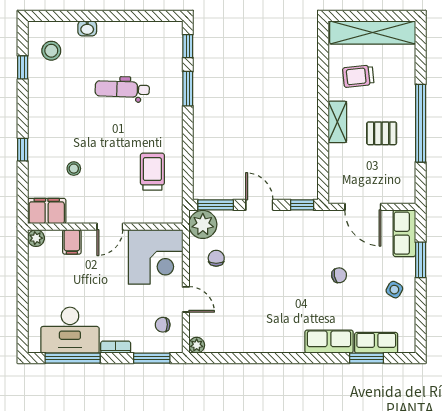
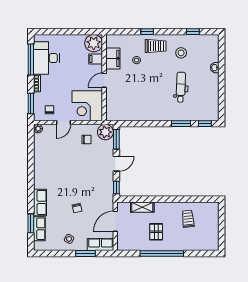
shelving: (373, 33) -> (212, 227), removed
stool: (51, 51) -> (181, 53), moved
shelving: (337, 122) -> (142, 207), moved
trolley: (152, 172) -> (156, 46), moved
filing cabinet: (47, 211) -> (113, 58), moved
door: (110, 227) -> (104, 80), hinge flipped
plant: (36, 238) -> (94, 43), width x1.88, depth x1.88

